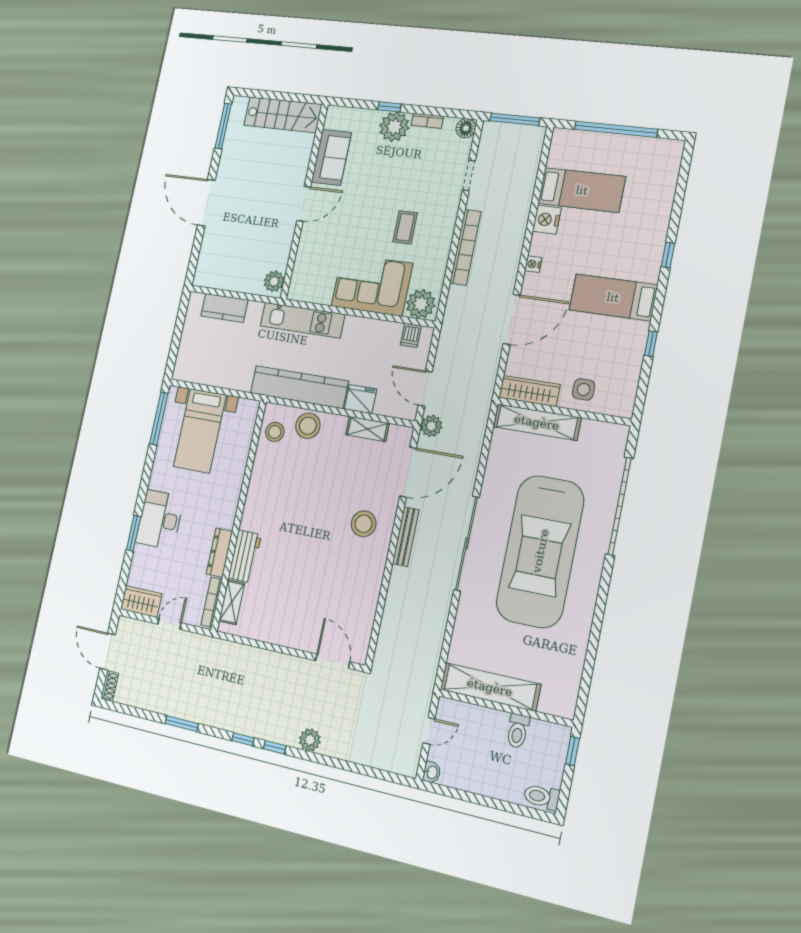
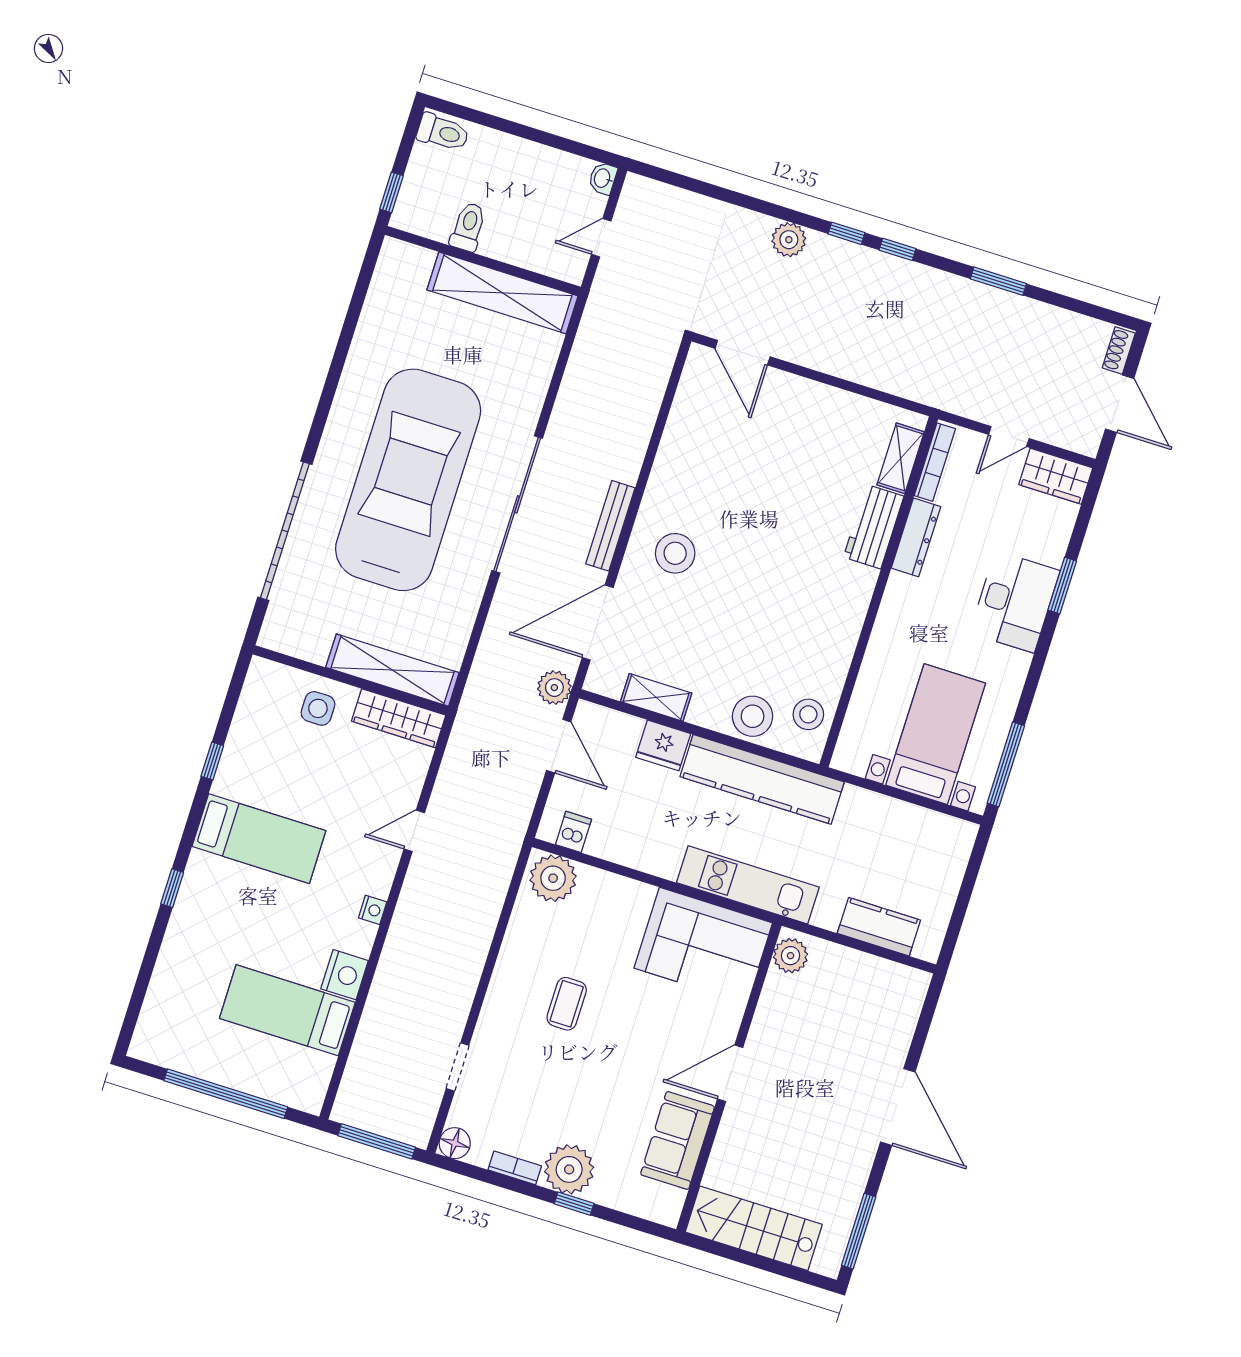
bookcase: (465, 247) -> (474, 955), removed
corner sofa: (372, 285) -> (703, 945), moved
door: (512, 319) -> (414, 831), width x0.53

